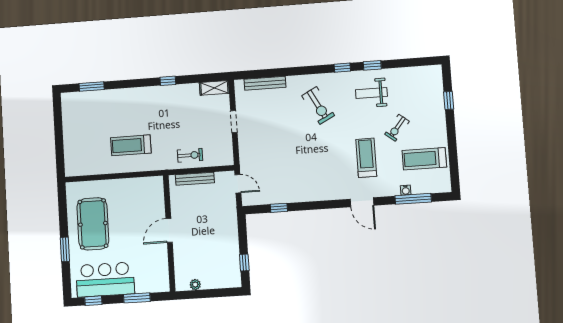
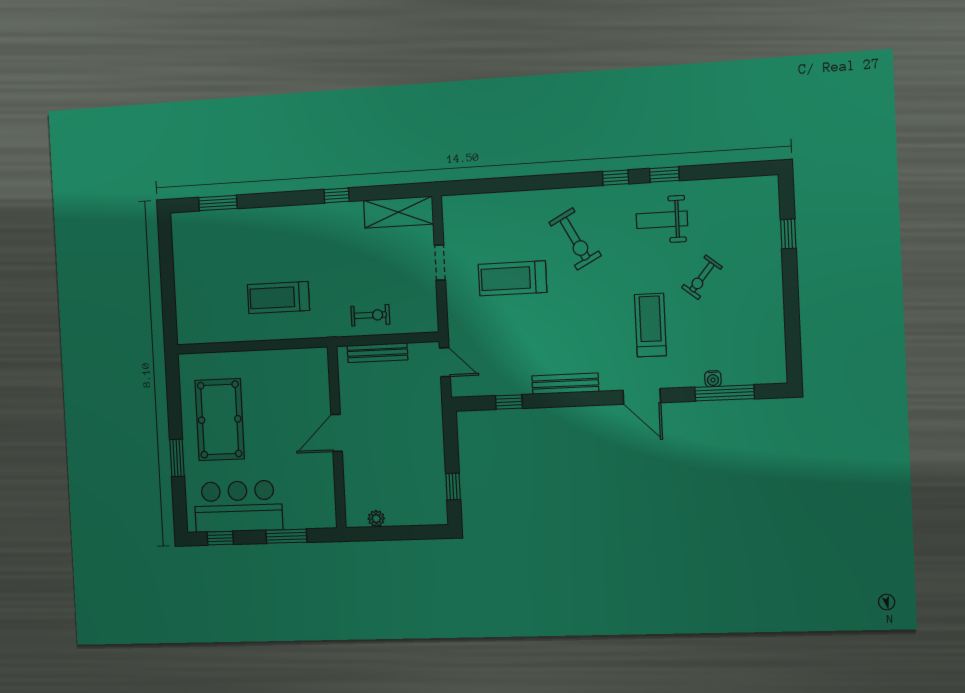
bench: (265, 83) -> (565, 384), moved
shelving: (214, 88) -> (399, 212), width x1.50, depth x1.33
treadmill: (424, 159) -> (512, 278), moved

